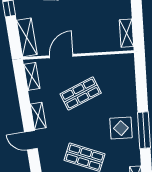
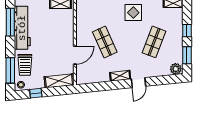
door: (61, 56) -> (75, 55), swing flipped
shelving: (32, 76) -> (89, 79), removed

